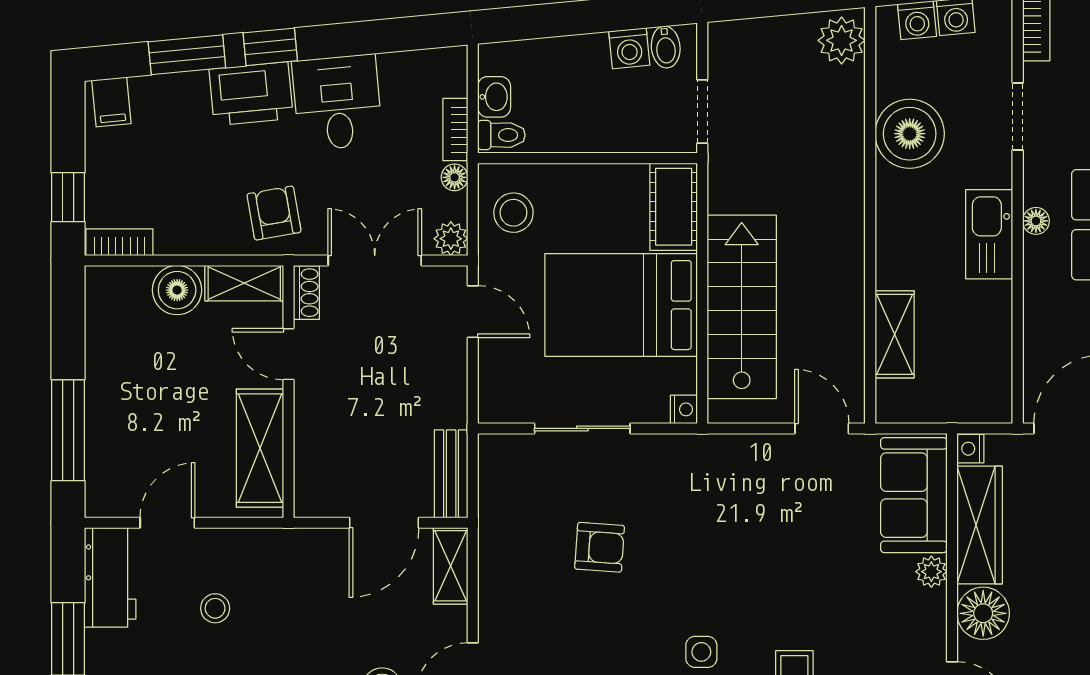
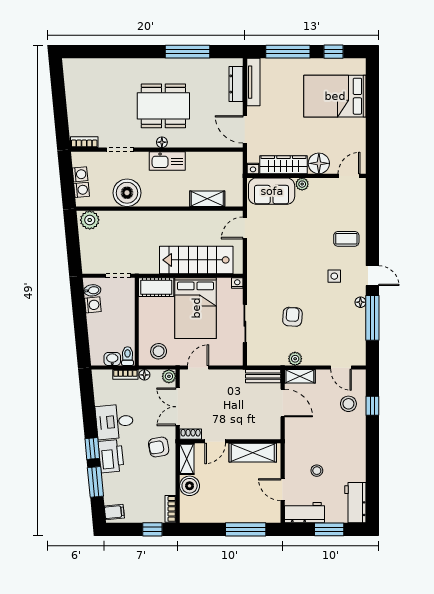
plant: (495, 554) -> (295, 359), added

